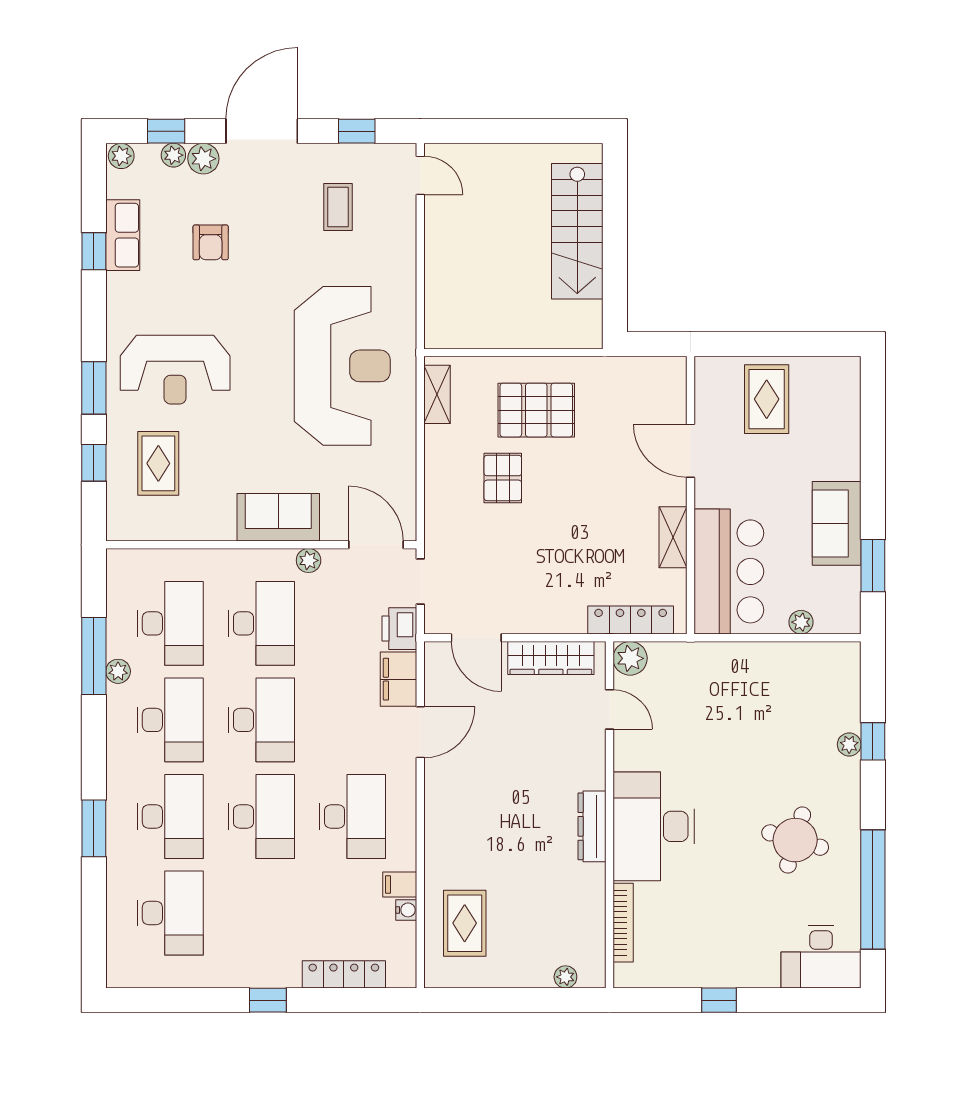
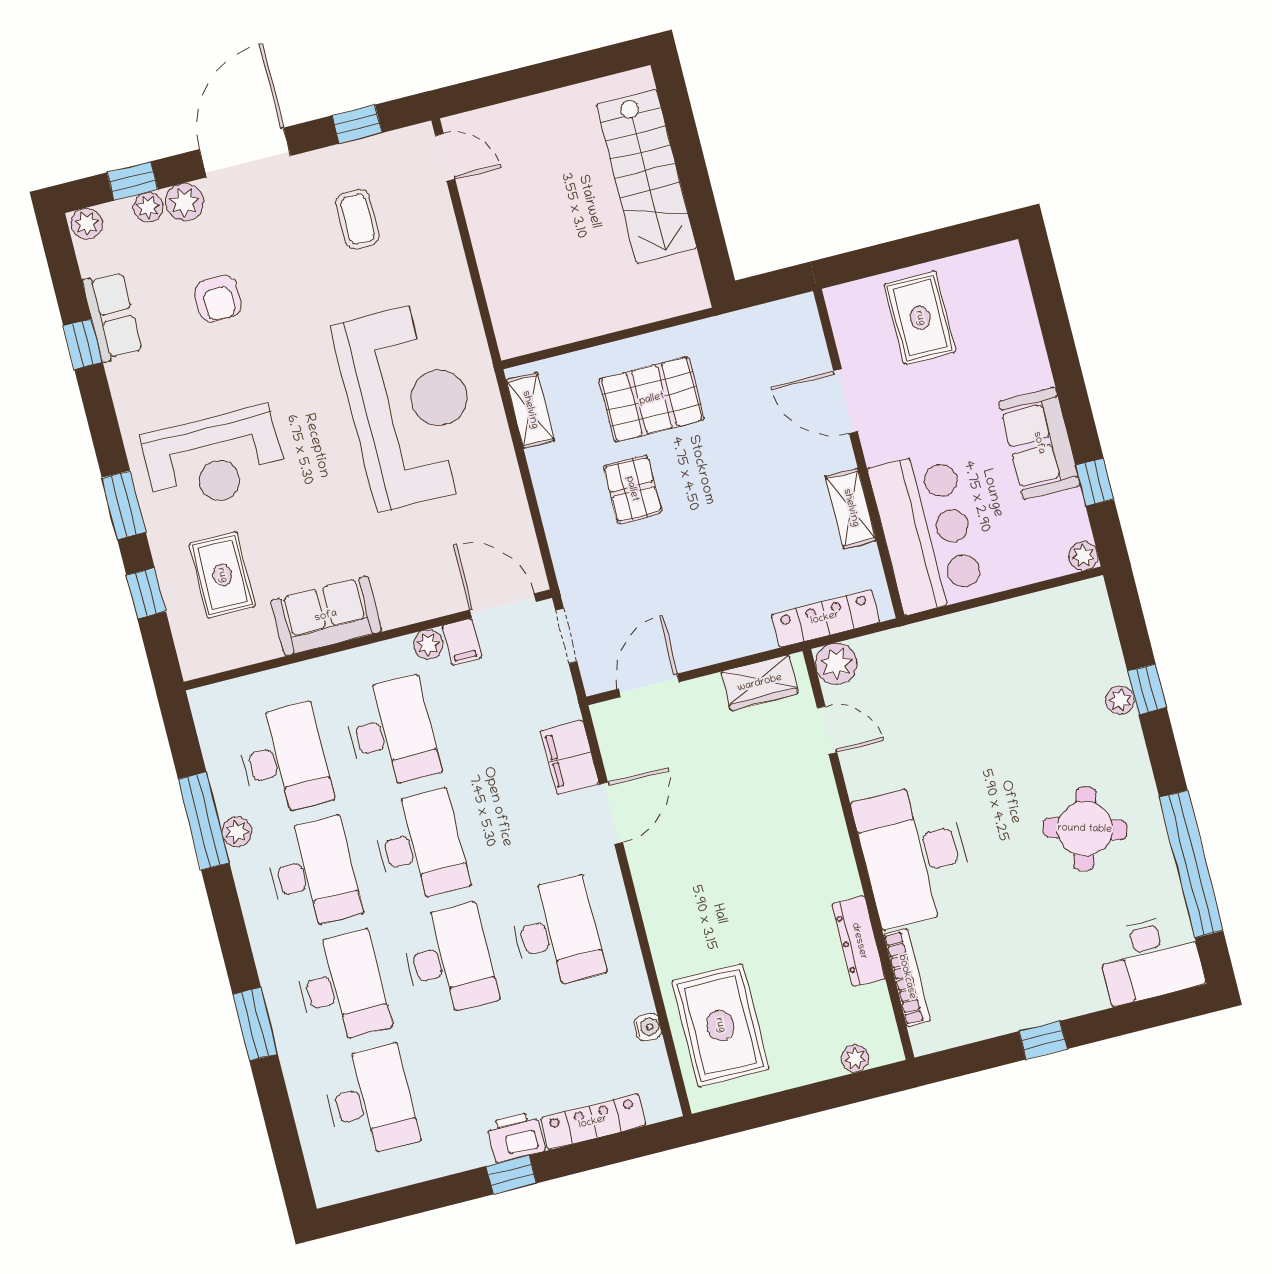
sofa: (278, 517) -> (326, 616), moved
window: (873, 566) -> (1095, 482), width x0.67
plant: (801, 622) -> (1083, 556), moved
printer: (399, 629) -> (516, 1137), moved, turned 90
door: (476, 638) -> (649, 685), swing flipped
wardrobe: (551, 658) -> (760, 683), width x0.67
dresser: (592, 826) -> (859, 941), moved
filing cabinet: (400, 884) -> (462, 642), moved, turned -90
rug: (465, 923) -> (720, 1025), width x1.36, depth x1.43

